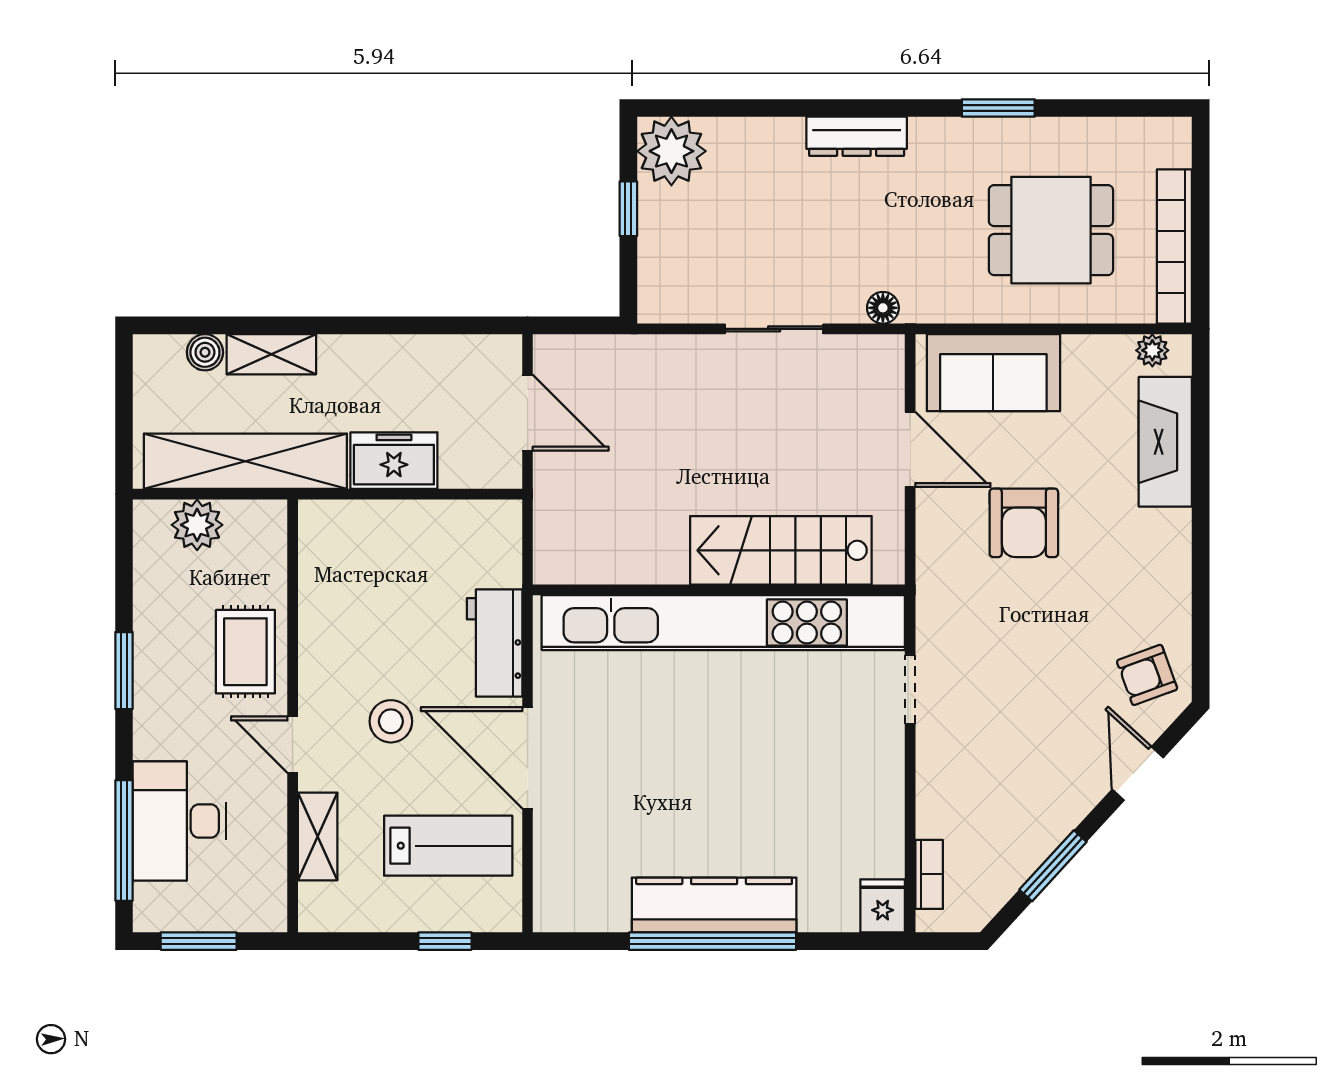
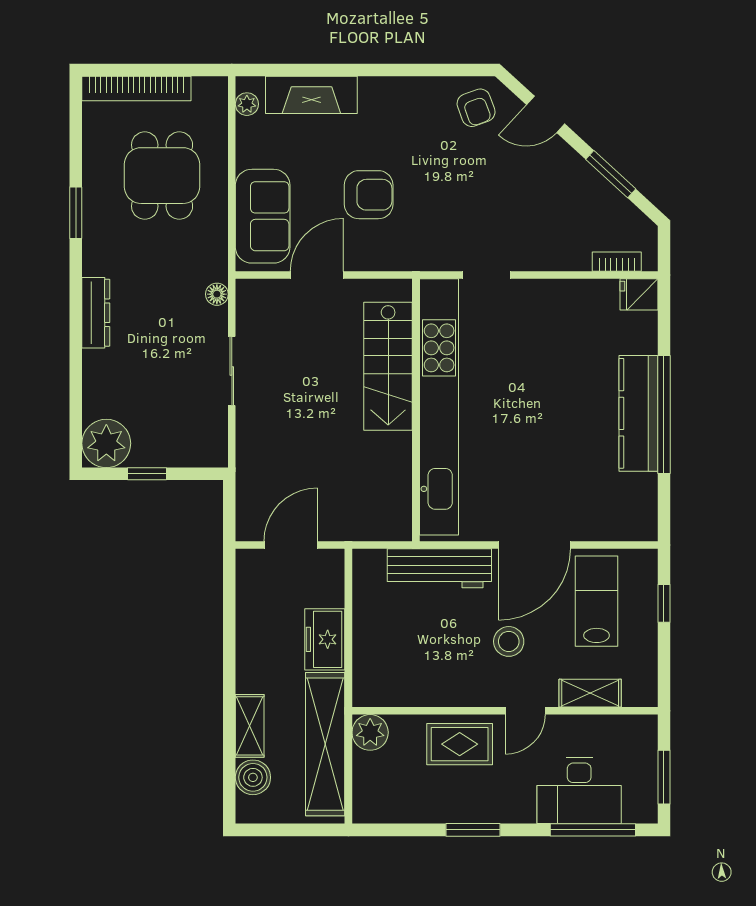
bookcase: (1174, 246) -> (136, 88), moved
boiler: (205, 352) -> (253, 777), width x1.36, depth x1.36
plant: (197, 525) -> (370, 732), moved
workbench: (495, 643) -> (439, 568), width x1.38

